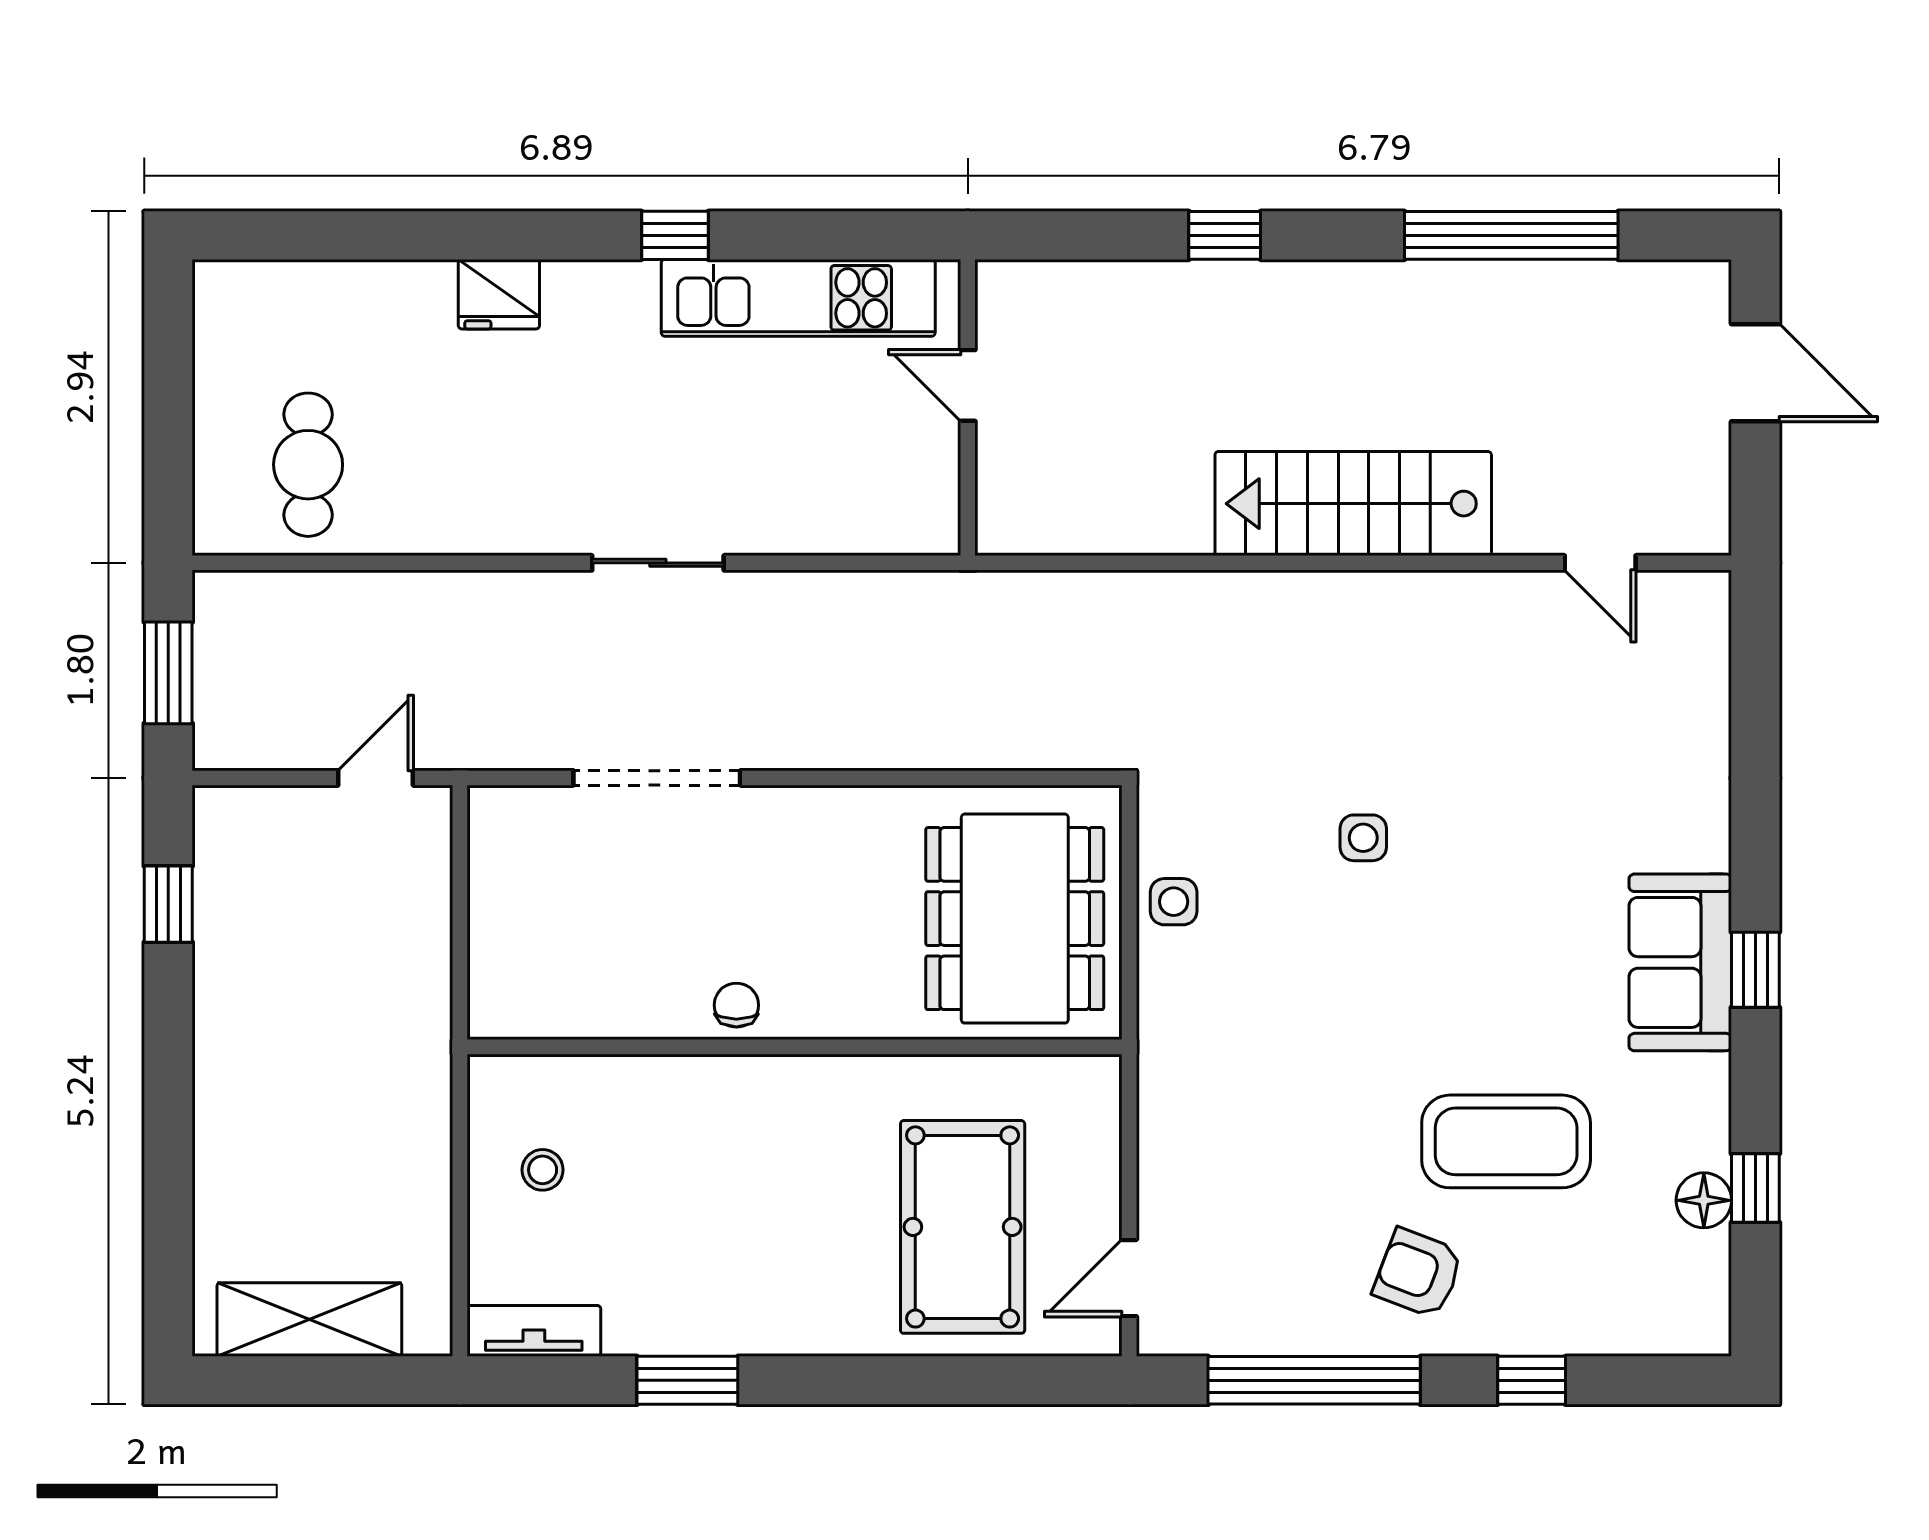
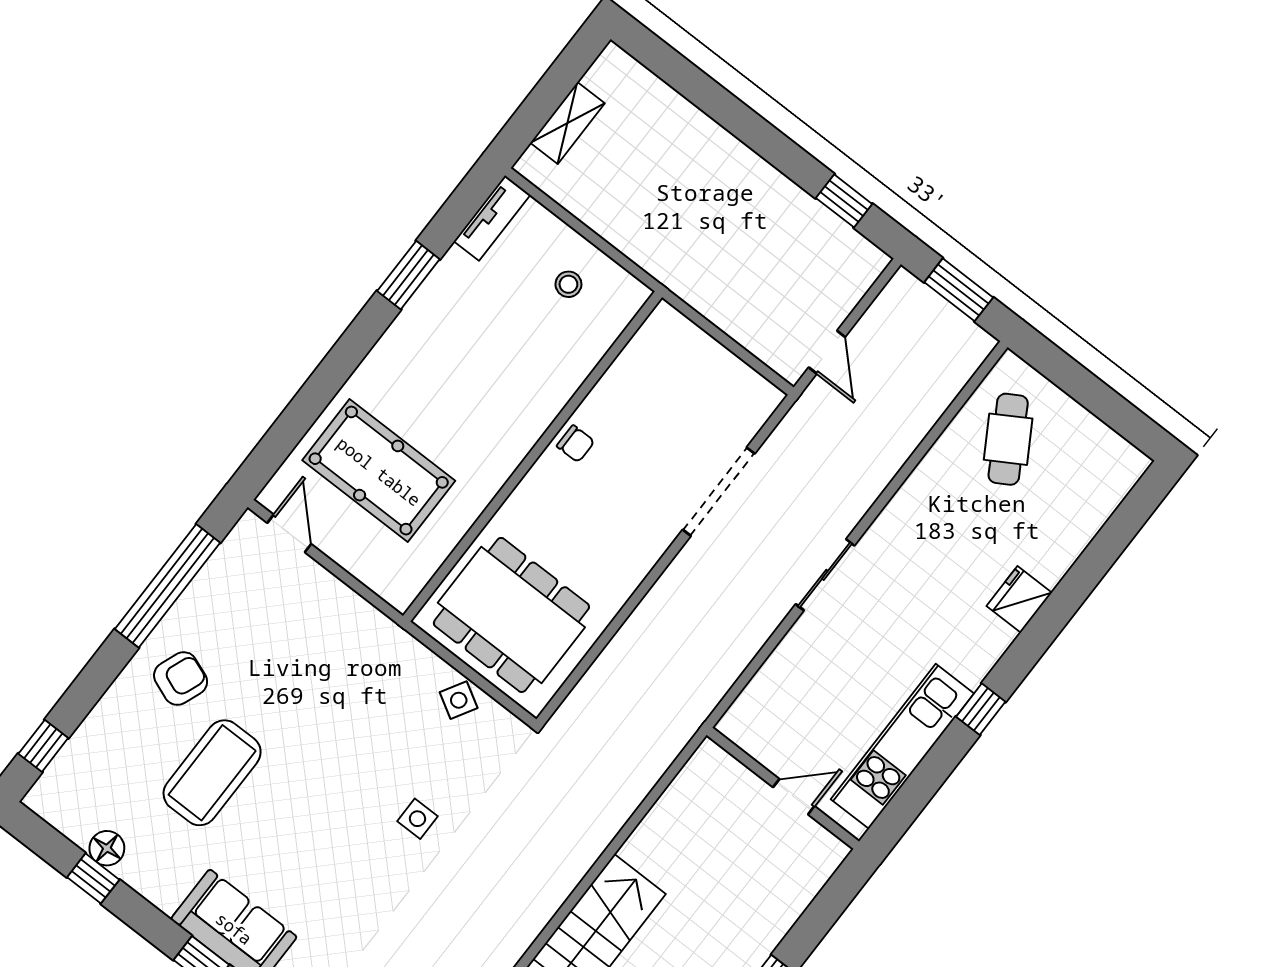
cafe table: (308, 465) -> (1008, 439), turned 59
side table: (1174, 902) -> (459, 700), turned 30
shelving: (309, 1319) -> (568, 123), width x0.67, depth x0.75
window: (1532, 1380) -> (43, 746), moved

